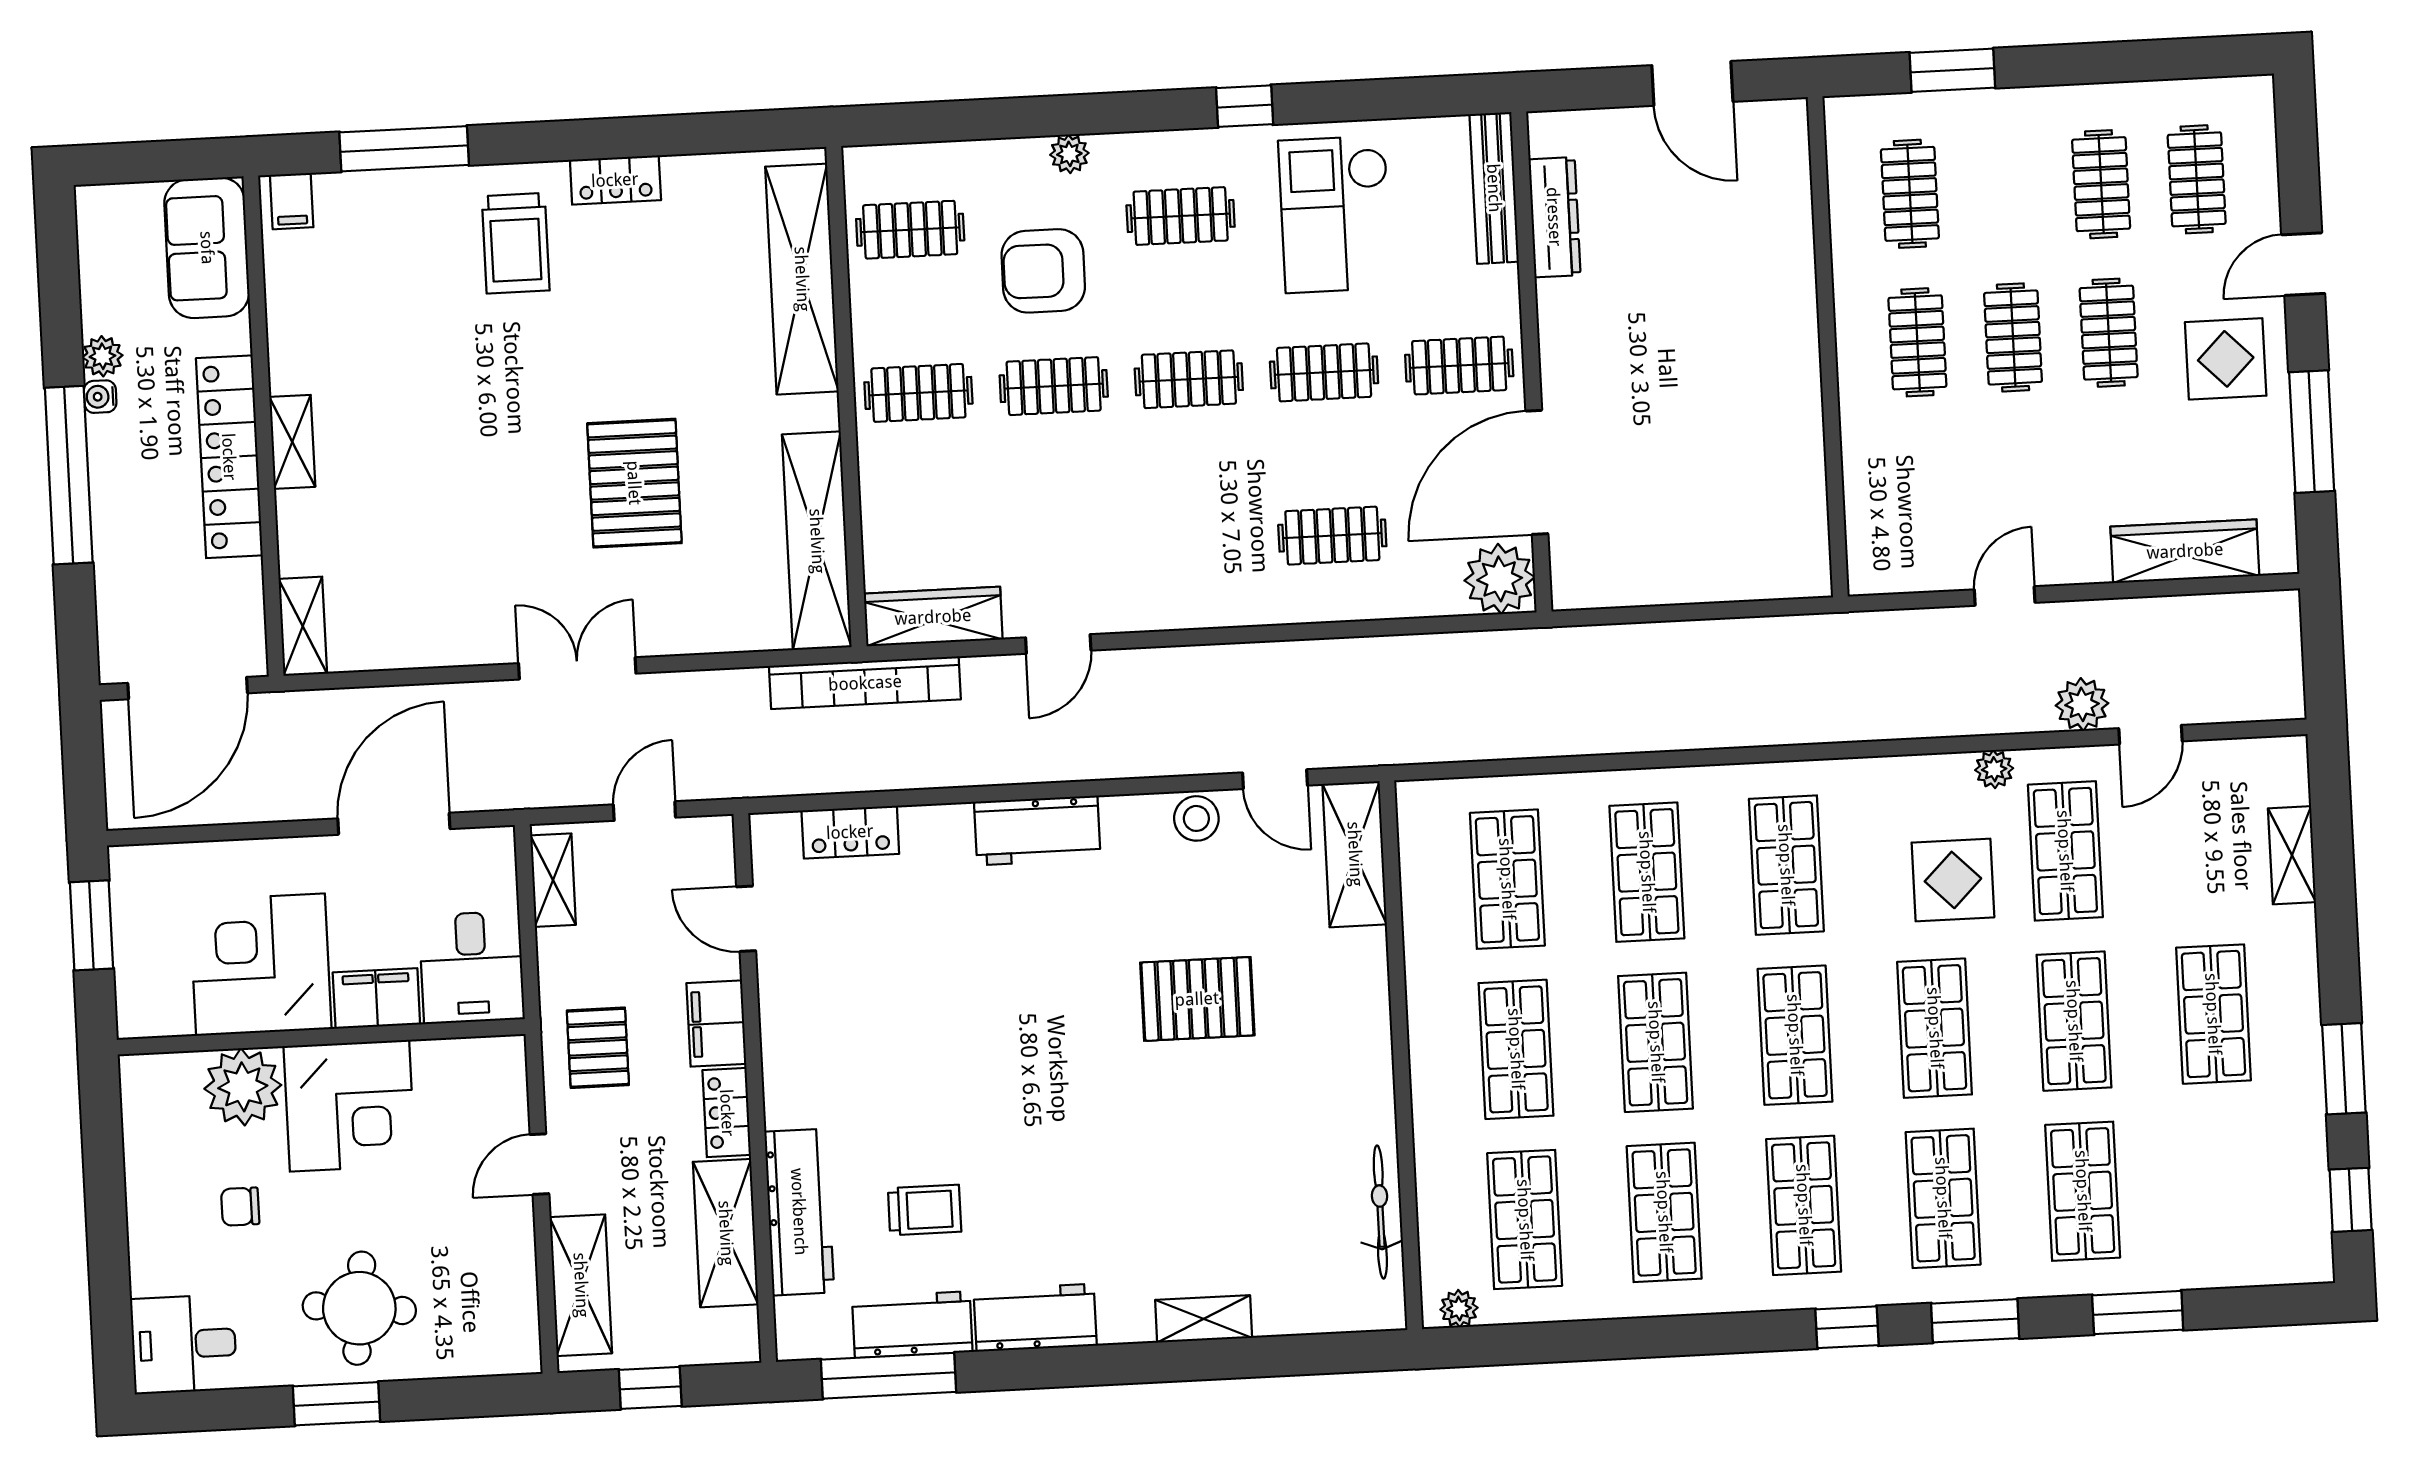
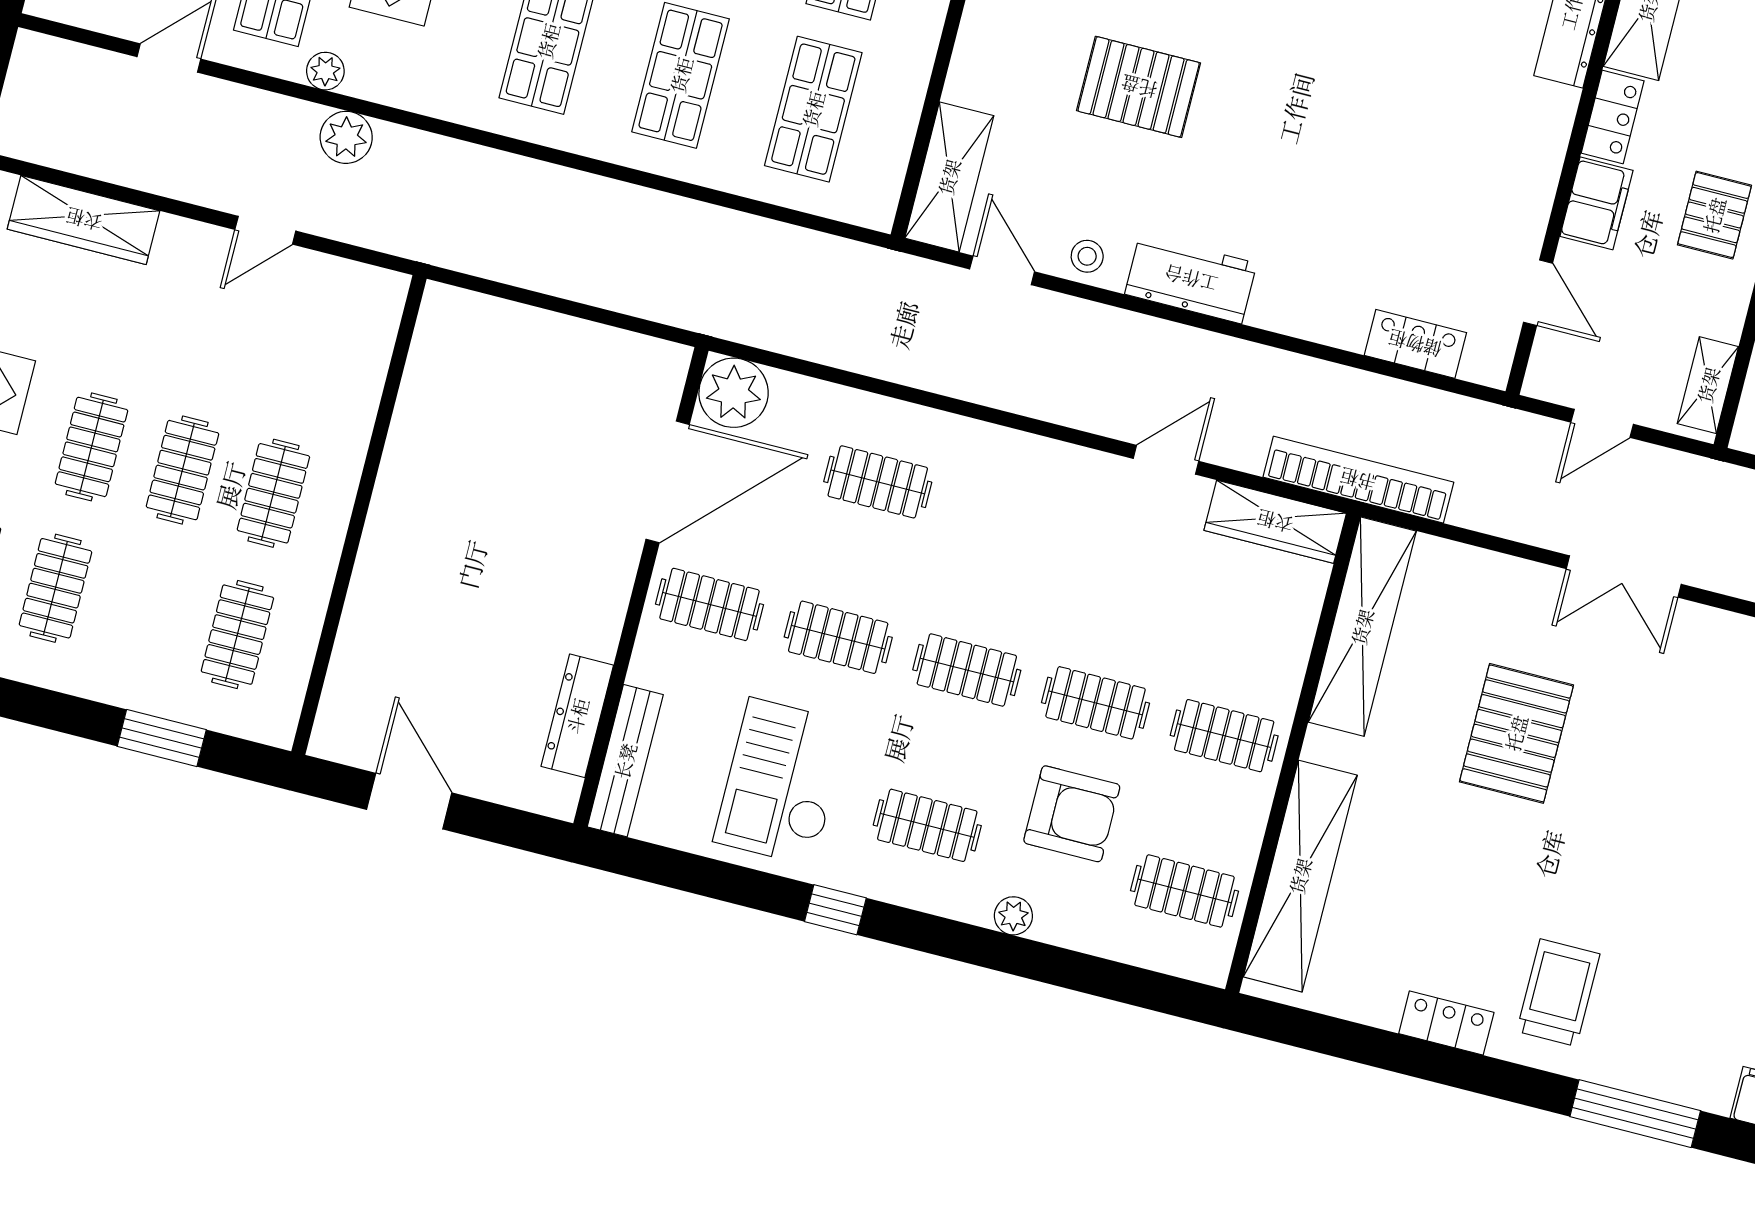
checkout: (1335, 214) -> (782, 782), turned 180
plant: (2082, 704) -> (346, 137), moved
stool: (1196, 818) -> (1087, 256), width x0.73, depth x0.73
workbench: (1037, 830) -> (1191, 279), moved

